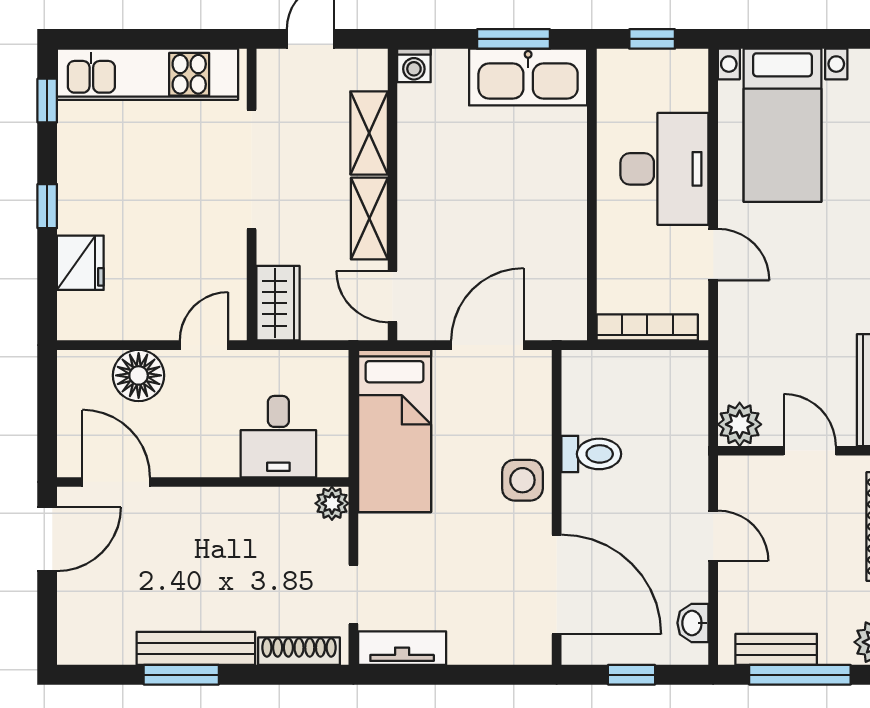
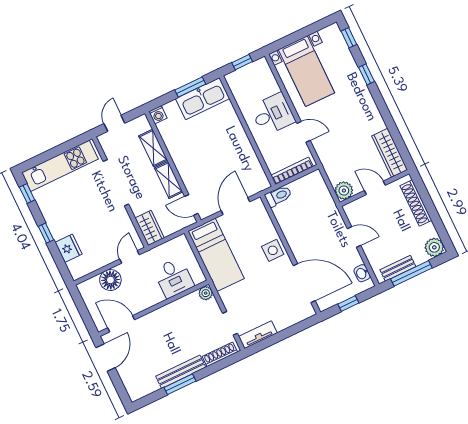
desk: (664, 169) -> (273, 114), width x0.73
toilet: (591, 454) -> (278, 196), moved

